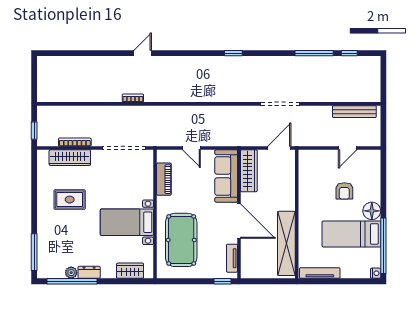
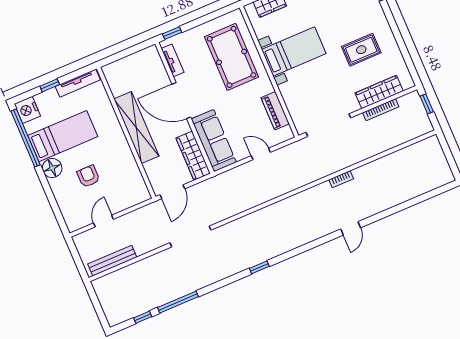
shelving: (286, 243) -> (136, 127), moved
nightstand: (376, 273) -> (27, 110), width x1.89, depth x1.79
window: (344, 281) -> (50, 85), added

